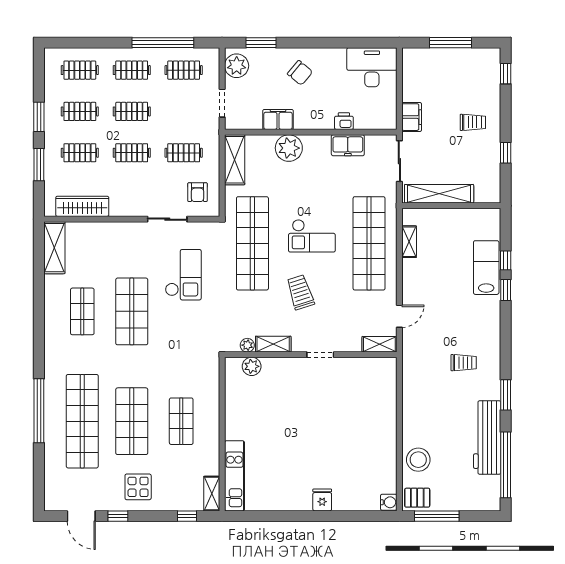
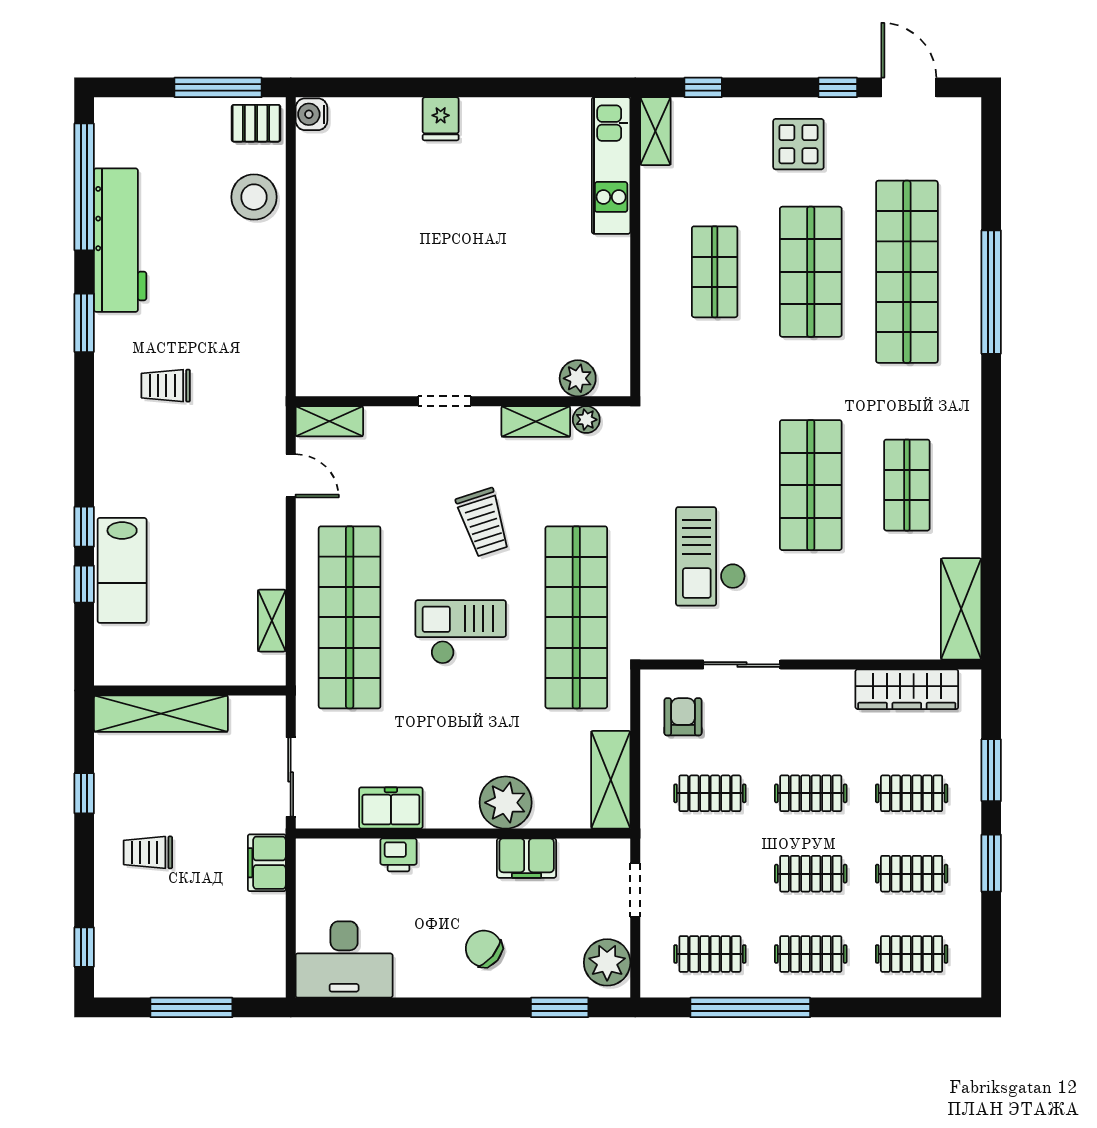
shelving: (439, 194) -> (161, 714), moved
door: (399, 316) -> (291, 476), swing flipped

